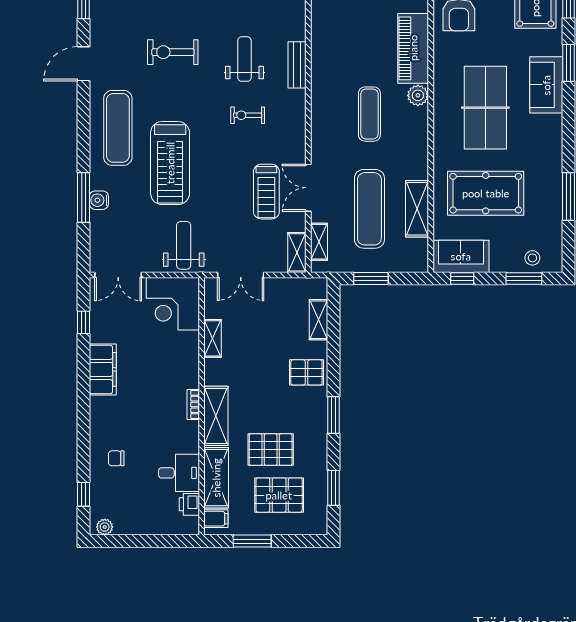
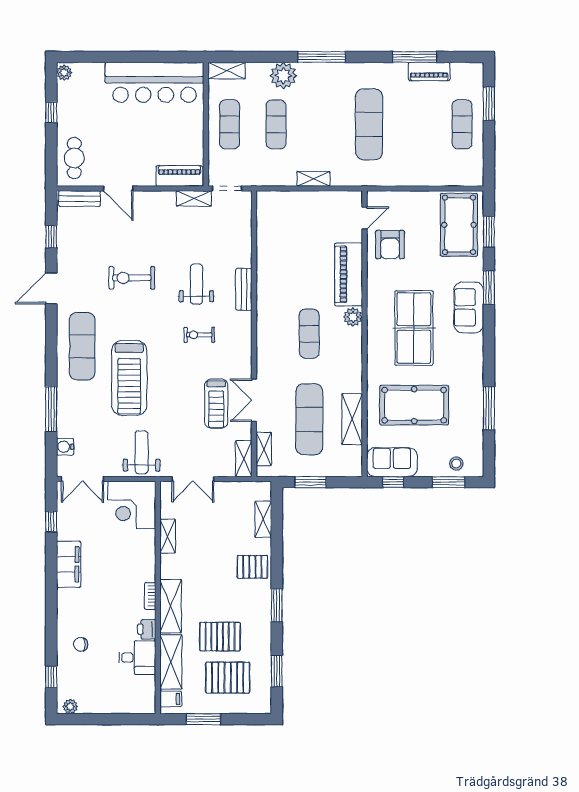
water cooler: (99, 200) -> (65, 447), moved
printer: (189, 504) -> (147, 629), moved

